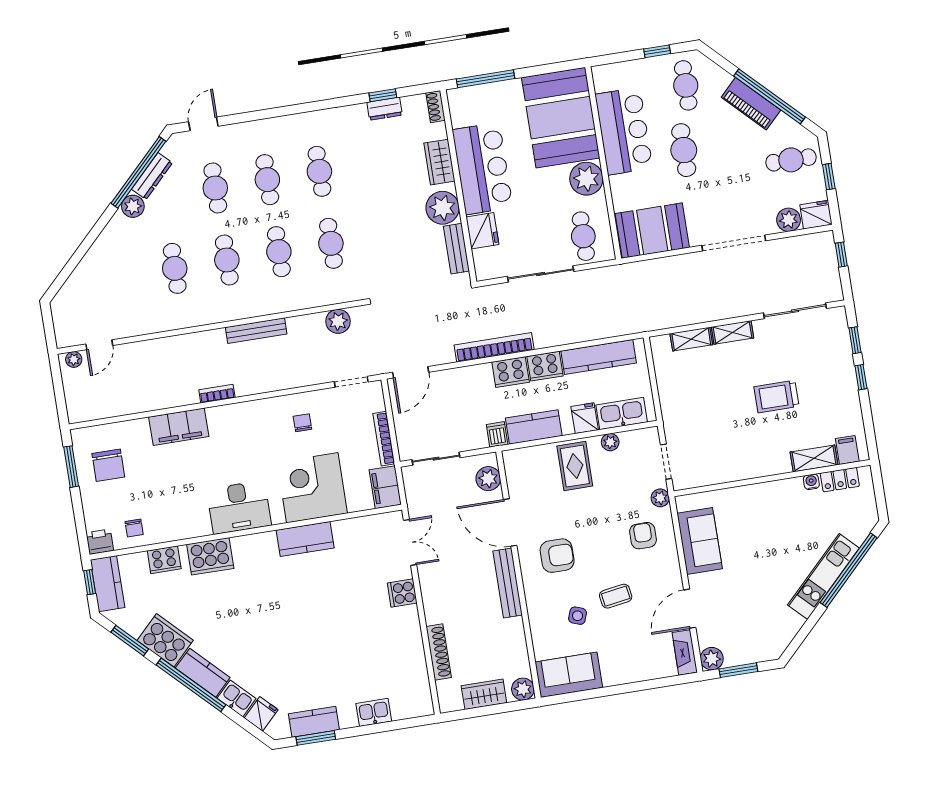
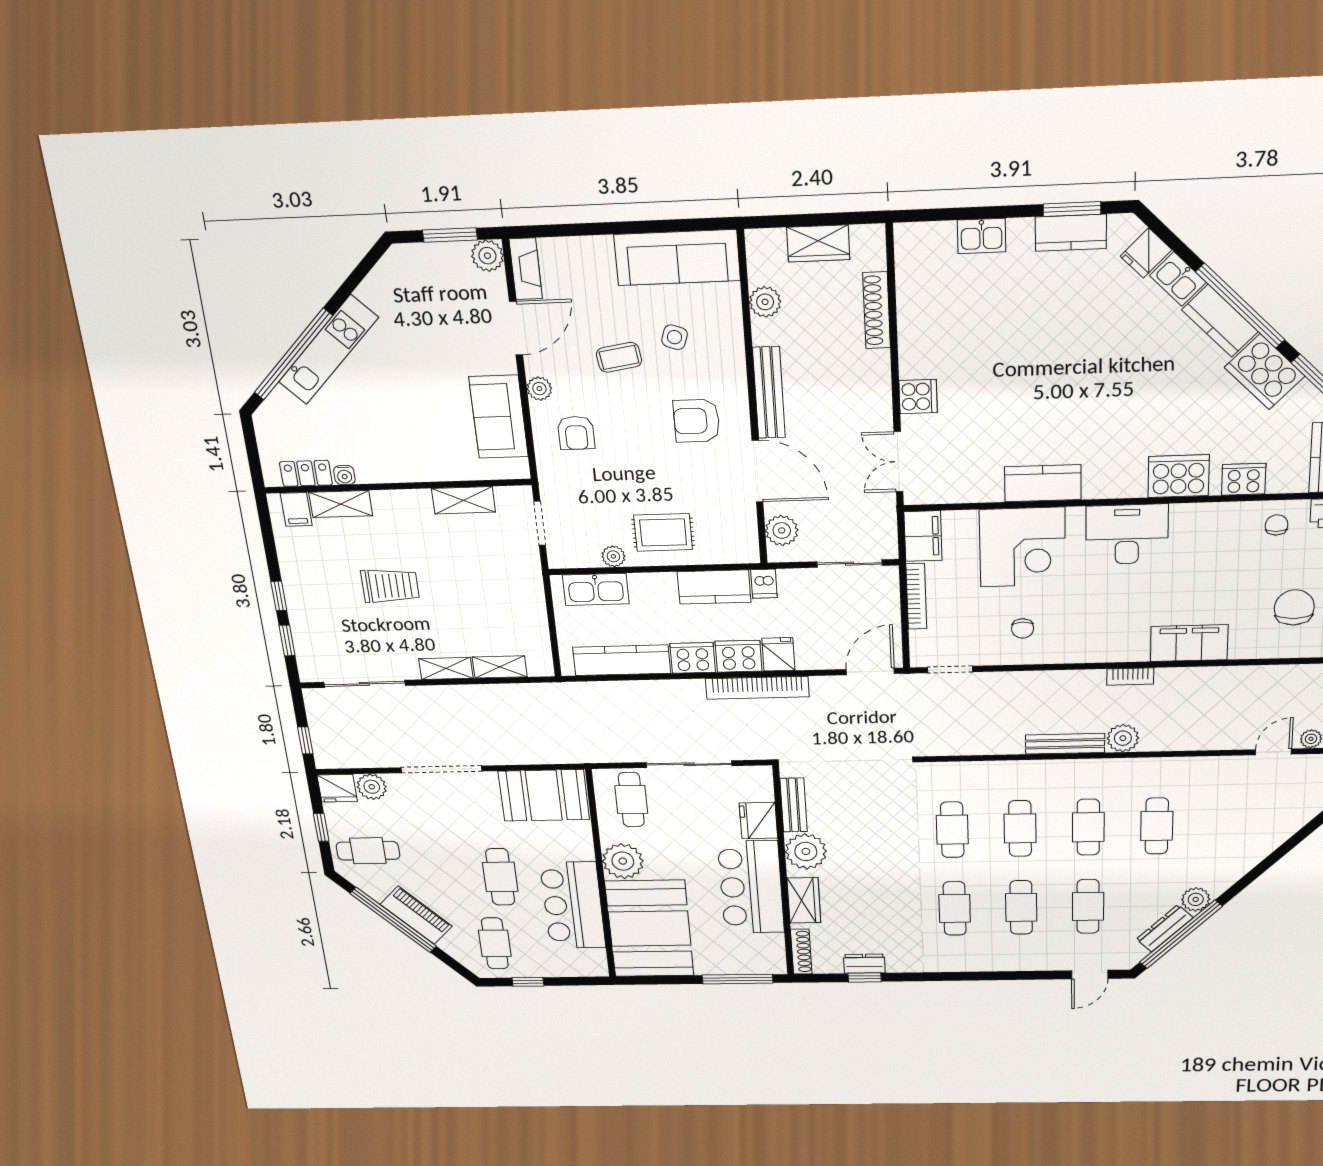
shoe rack: (436, 107) -> (801, 952), width x1.43
plant: (338, 321) -> (1123, 738), moved
fridge: (585, 418) -> (778, 654), moved, turned 180
rug: (575, 466) -> (663, 532), turned 90
shelving: (723, 473) -> (463, 500), added
plant: (660, 498) -> (539, 389), moved
sofa: (569, 675) -> (677, 258), width x1.36
plant: (523, 689) -> (765, 302), moved

